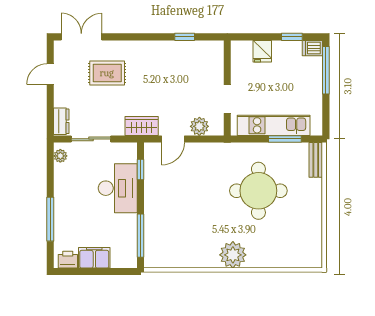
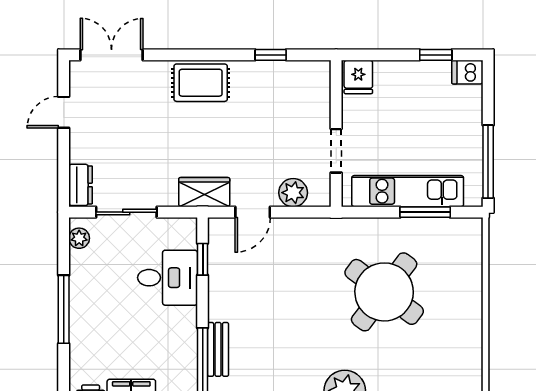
fridge: (262, 51) -> (358, 77), moved
window: (326, 70) -> (488, 162), moved
rug: (107, 73) -> (201, 83), moved
bench: (316, 160) -> (218, 349), moved
desk: (118, 188) -> (167, 278), width x0.73
round table: (258, 191) -> (384, 292), turned 37
window: (50, 219) -> (64, 309), moved

